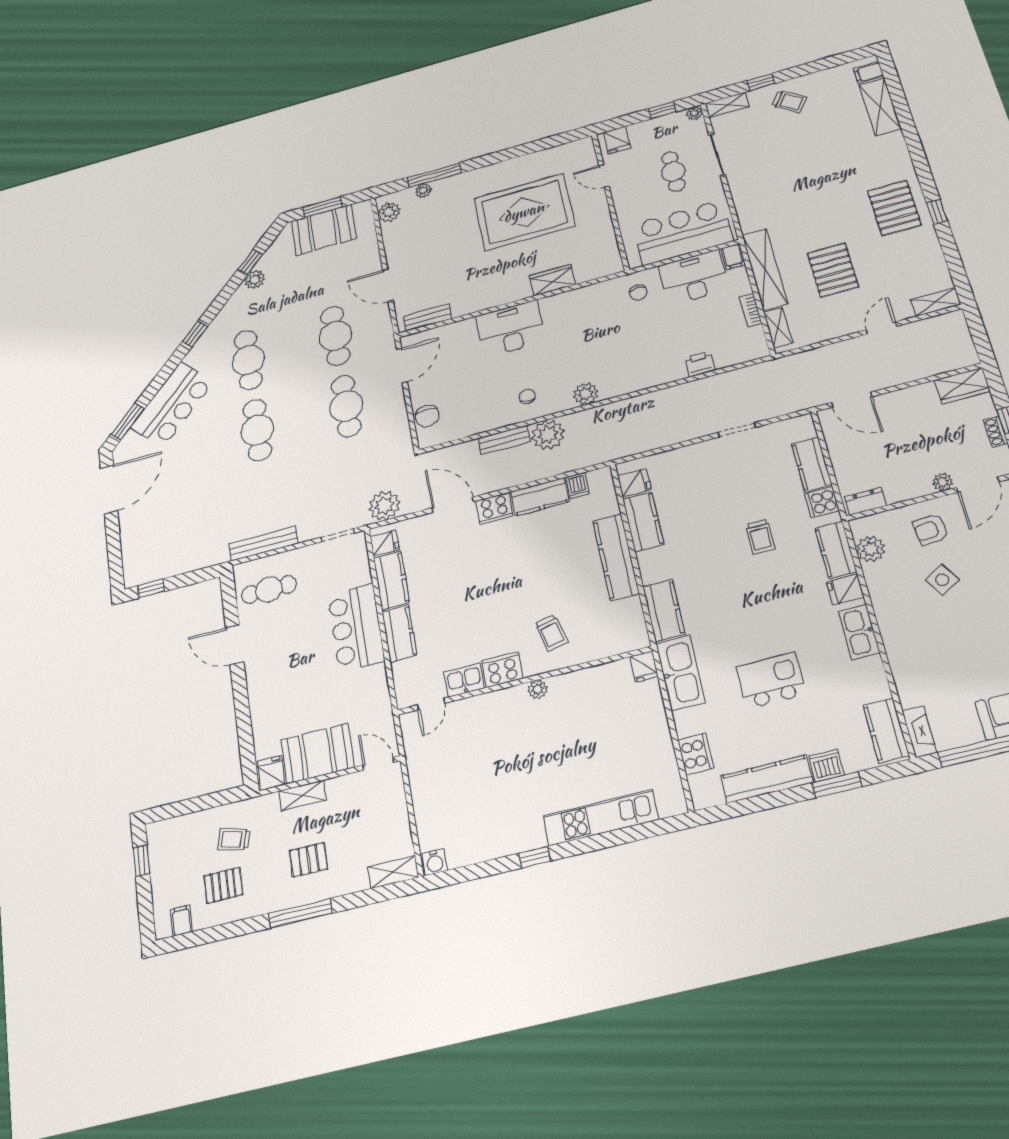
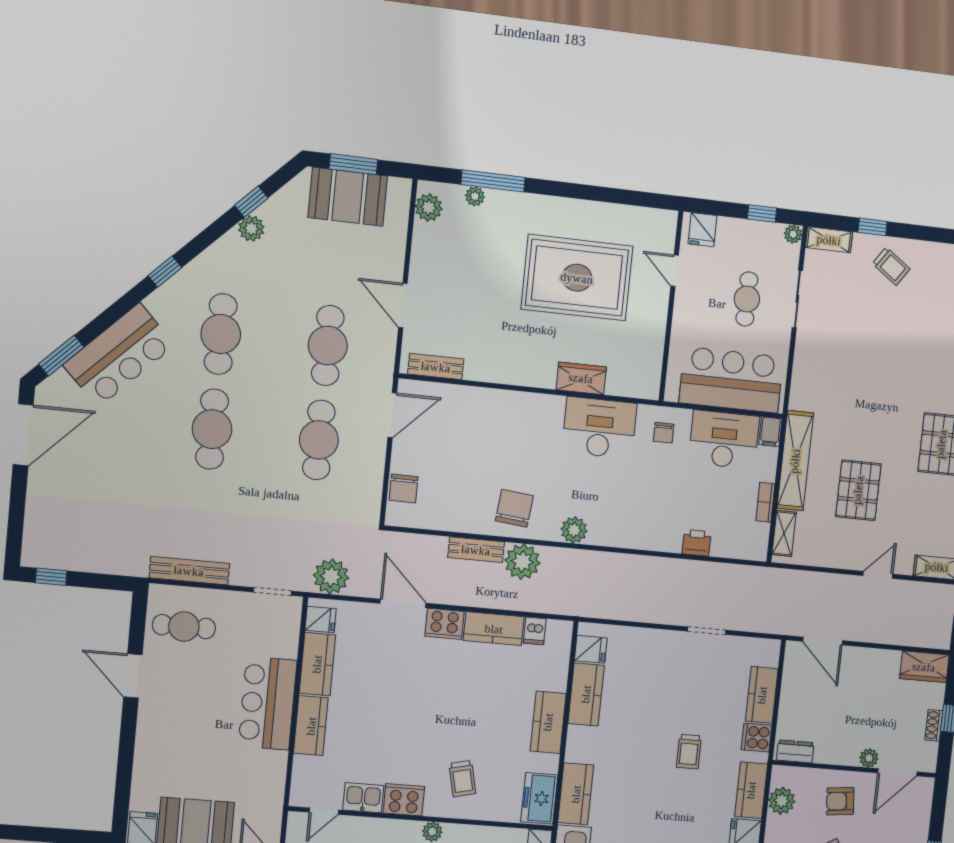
desk: (511, 329) -> (599, 428), moved
chair: (527, 396) -> (514, 508), width x1.87, depth x1.87
kitchen counter: (616, 557) -> (548, 722), width x0.67
freezer: (630, 626) -> (539, 798), added

